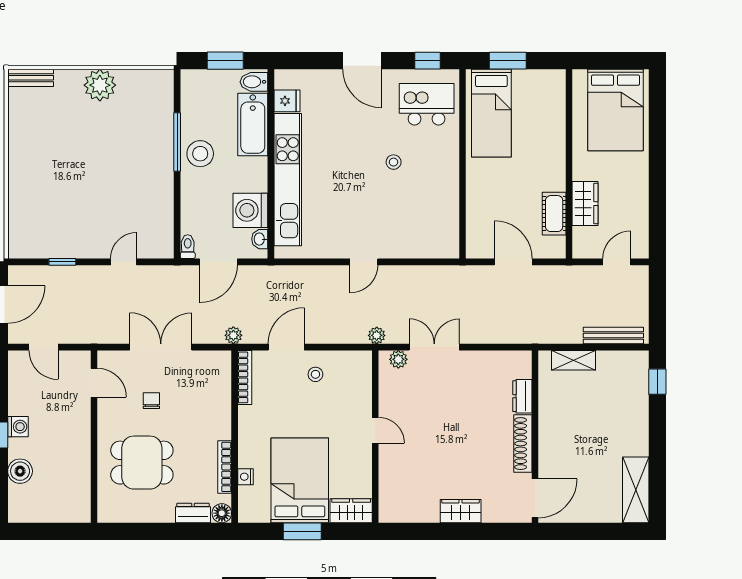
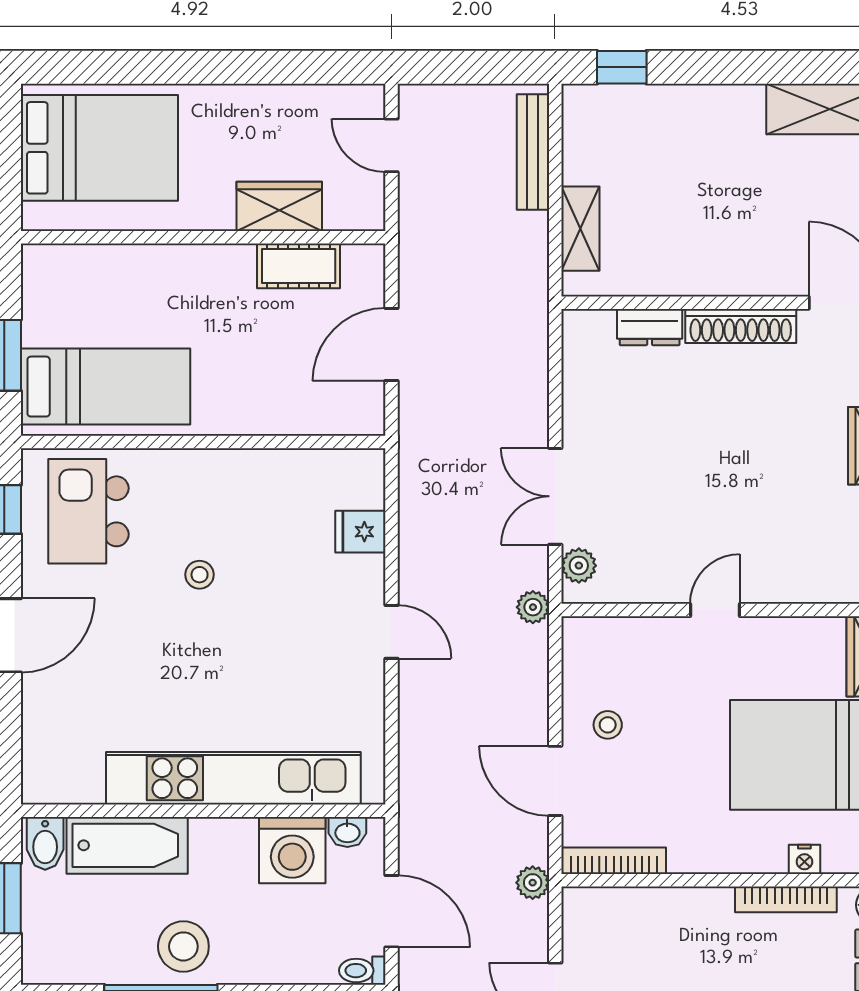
fridge: (287, 101) -> (360, 532), moved, turned -90

